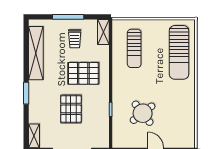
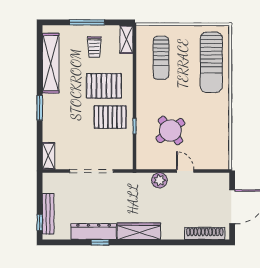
pallet: (71, 109) -> (110, 117), moved, turned 90

